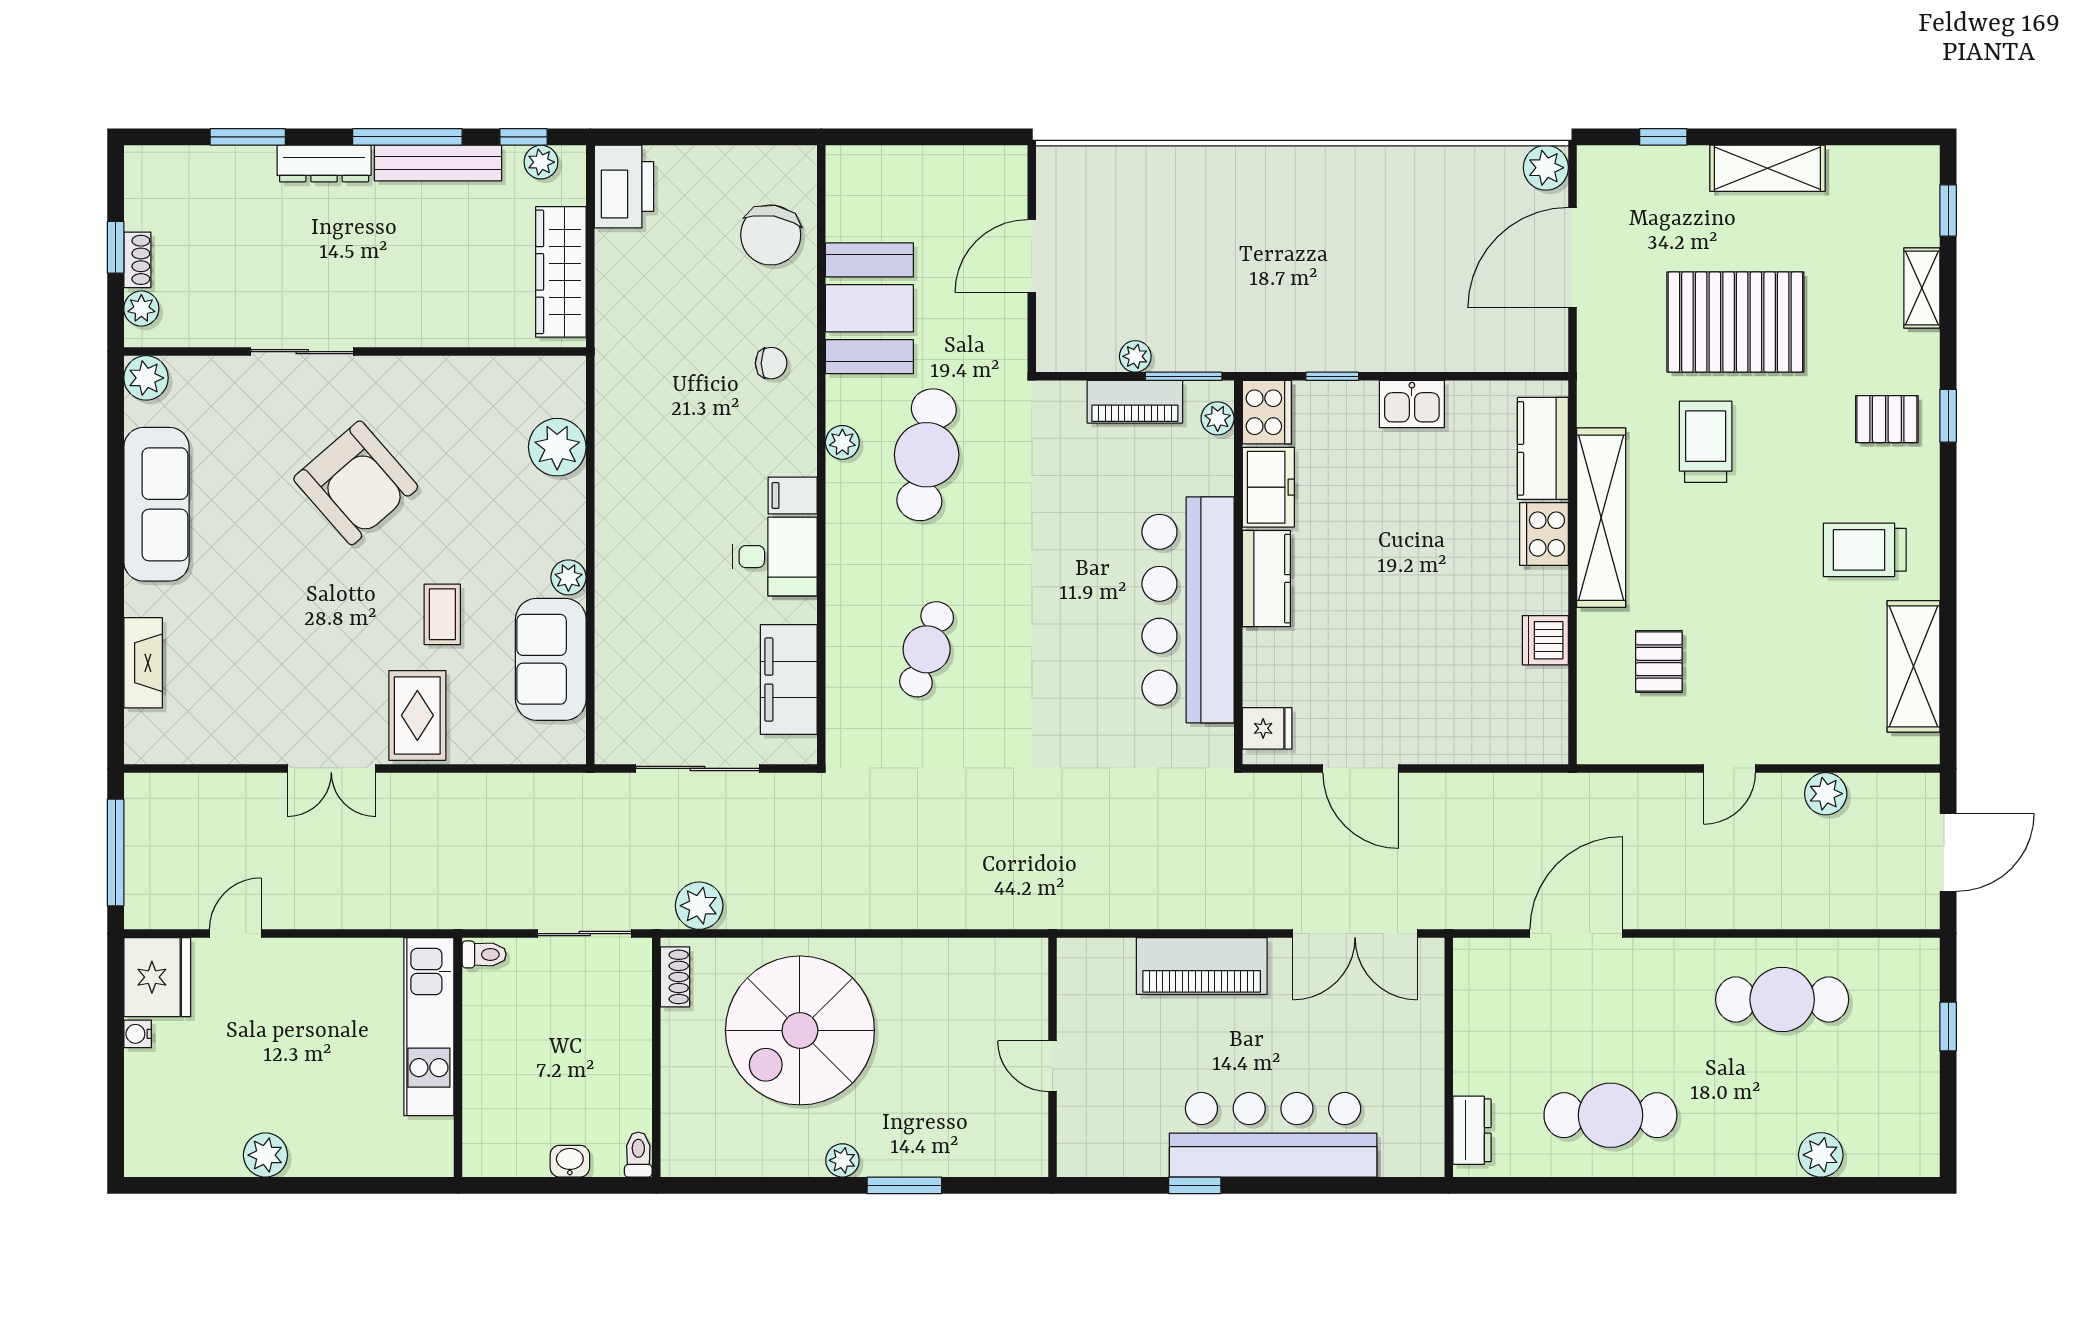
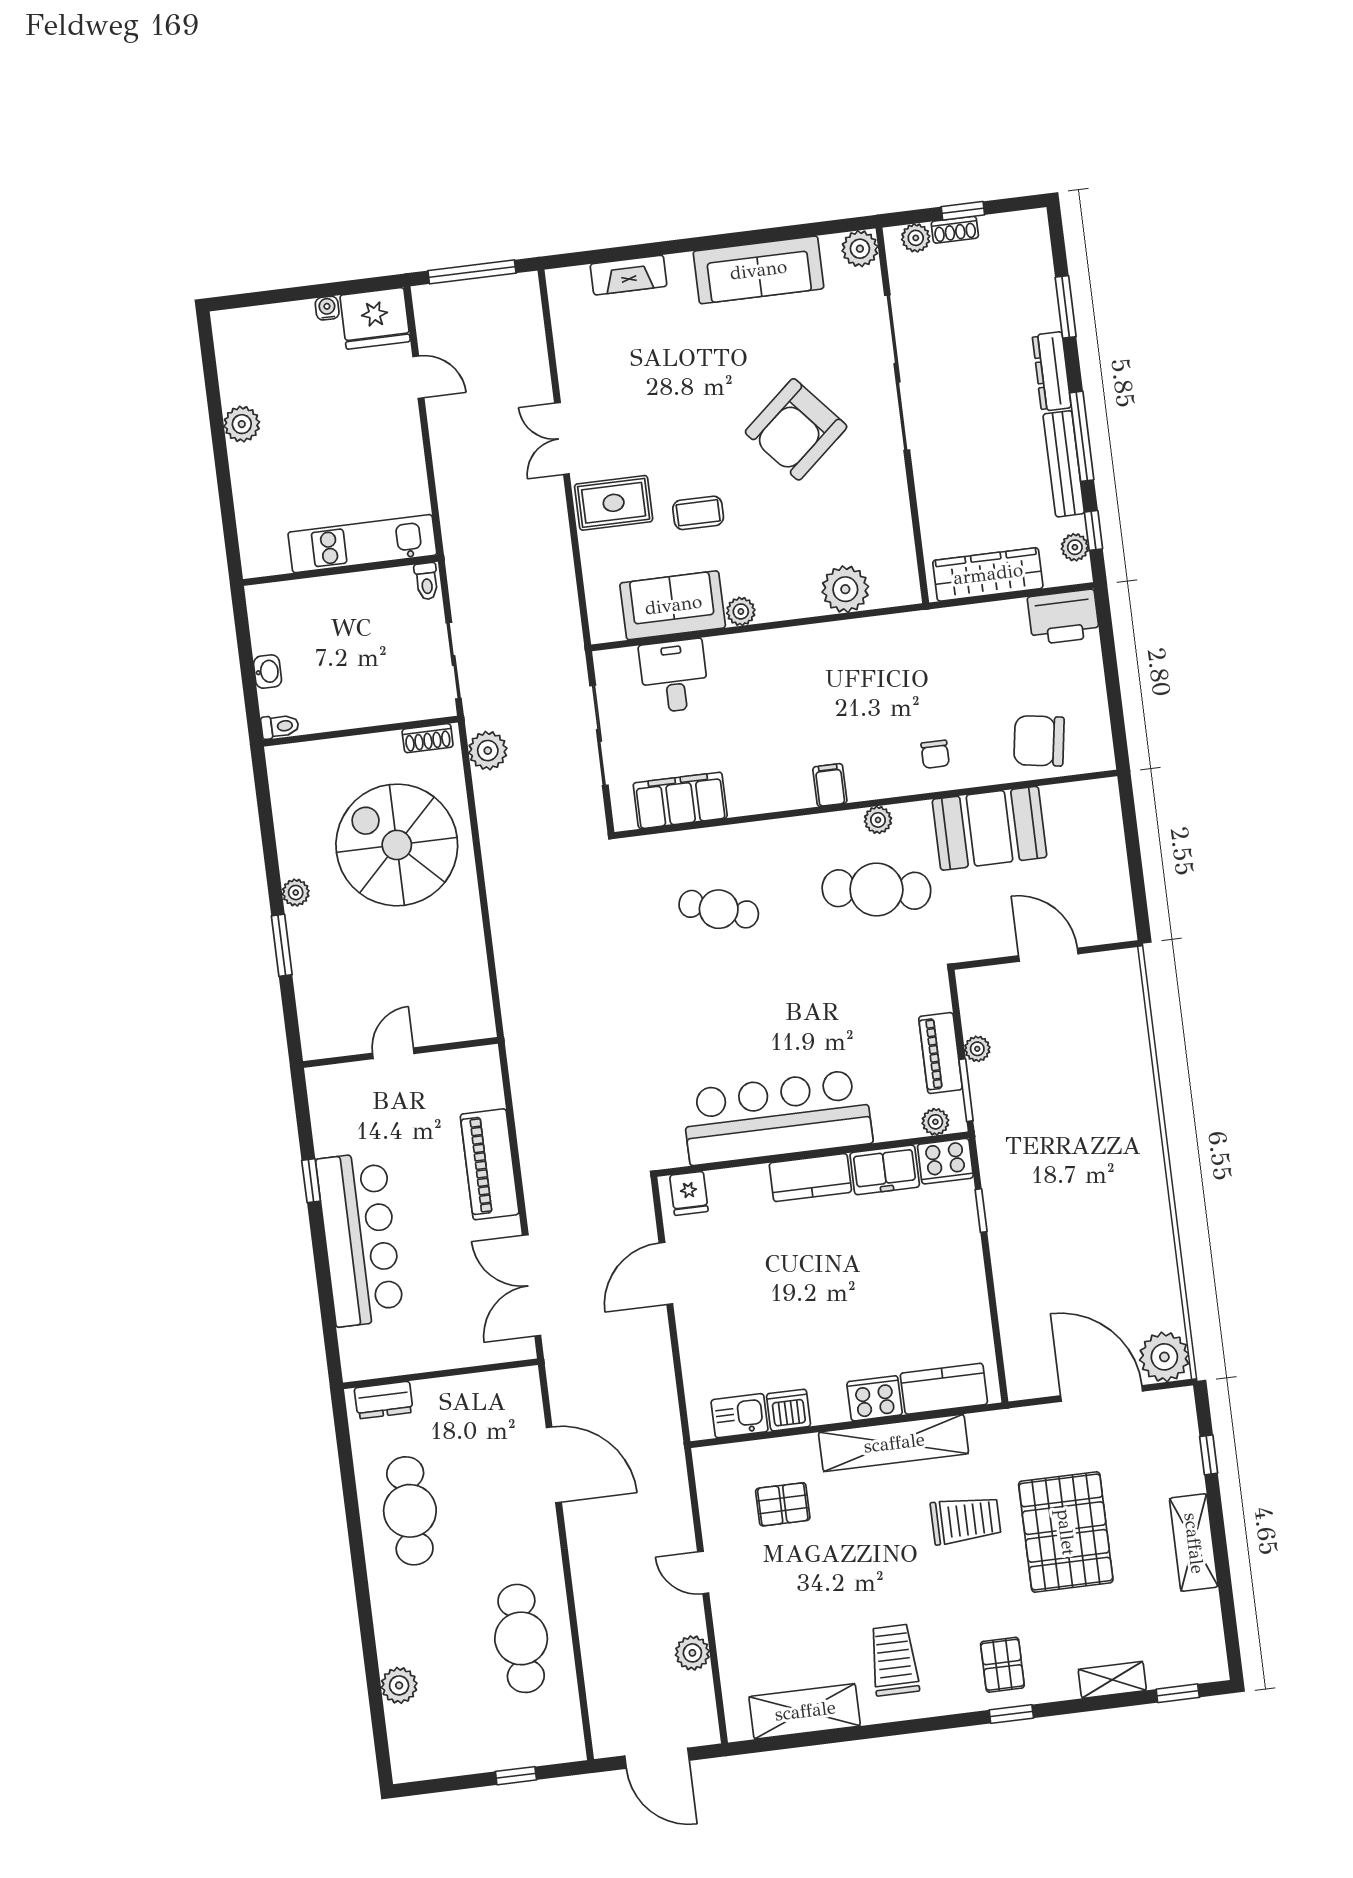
plant: (1546, 168) -> (1164, 1357), width x1.36, depth x1.36
sliding door: (302, 352) -> (897, 373), width x1.86
kitchen sink: (1412, 404) -> (739, 1416), moved, turned 90
desk: (775, 557) -> (674, 676), moved, turned 180

